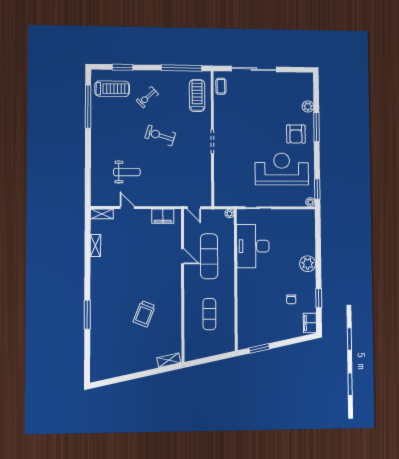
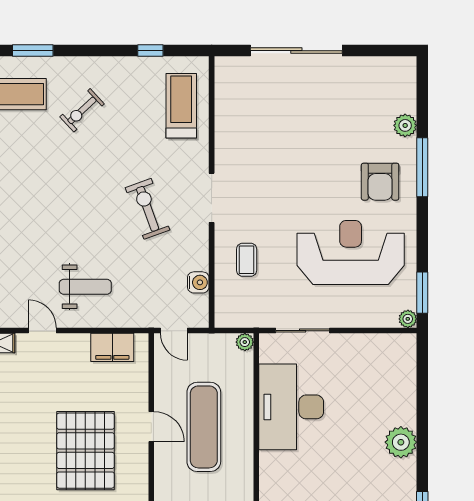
window: (182, 68) -> (150, 51), width x0.32
coffee table: (221, 86) -> (247, 260), moved
exercise bike: (160, 135) -> (148, 209), moved, turned 53
weight bench: (127, 172) -> (85, 287), moved
water cooler: (206, 184) -> (198, 282), added
pallet: (149, 269) -> (85, 451), added

